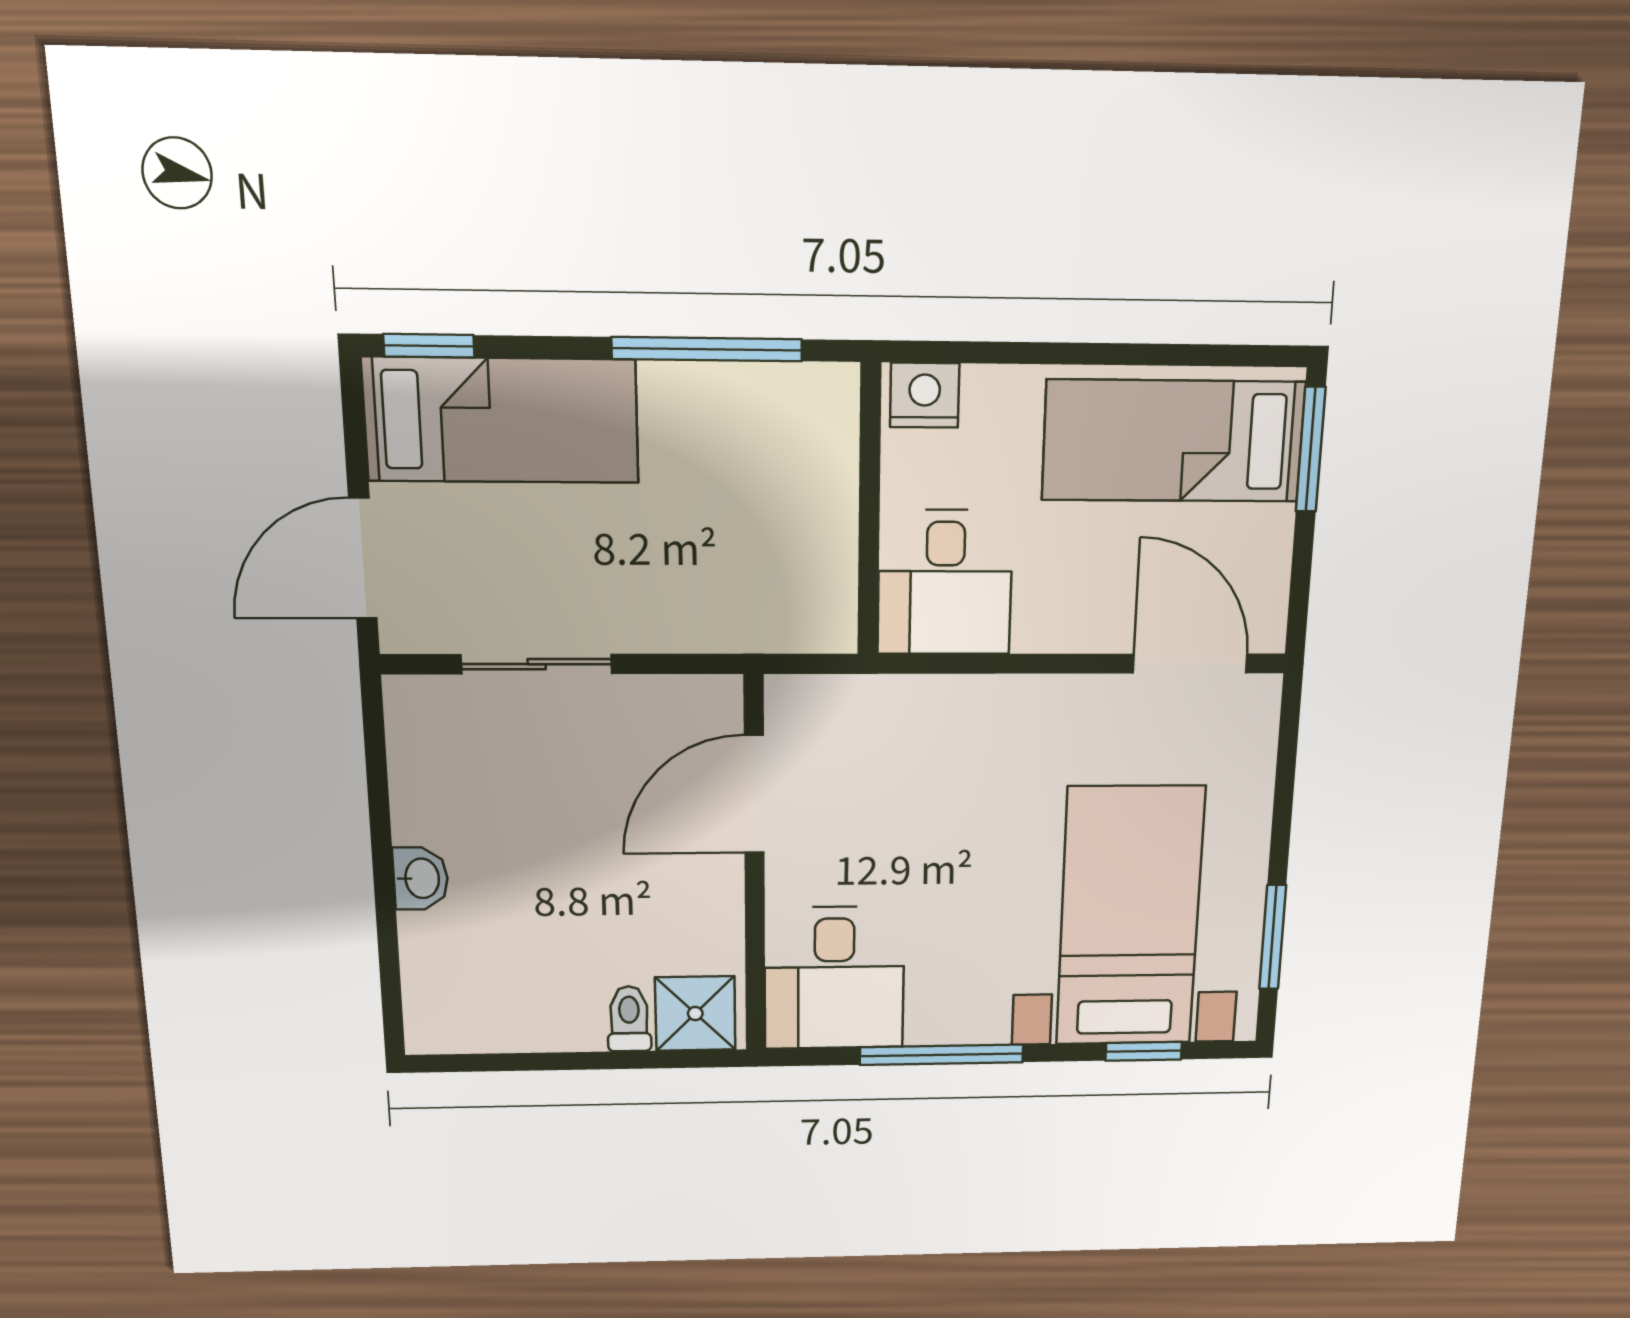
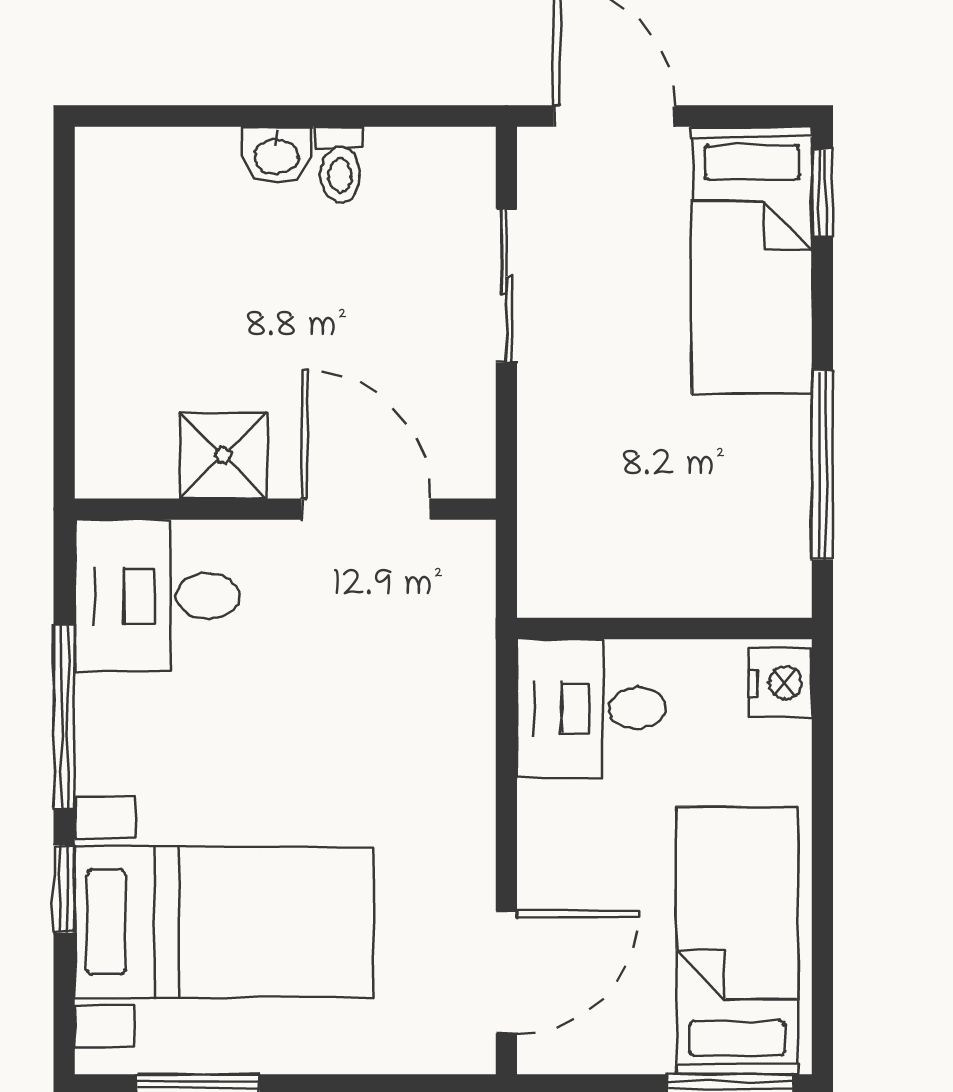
shower: (695, 1014) -> (223, 455), moved
toilet: (629, 1019) -> (340, 165), moved, turned 90
window: (1144, 1051) -> (64, 889), moved

